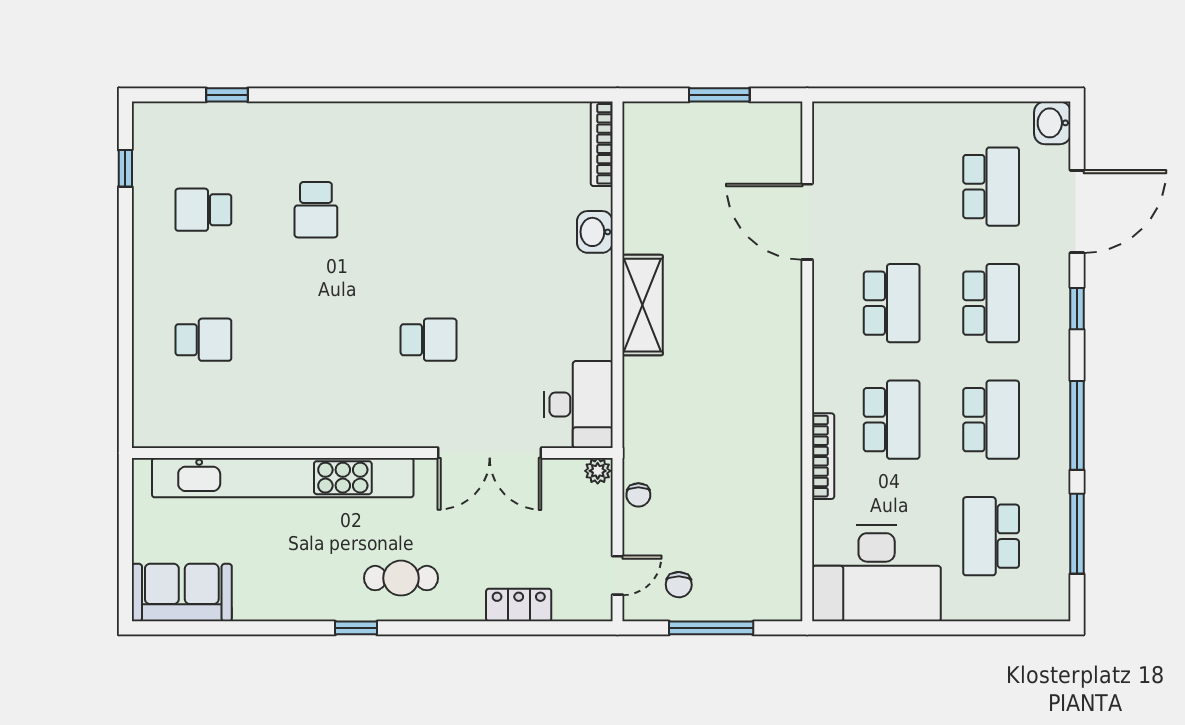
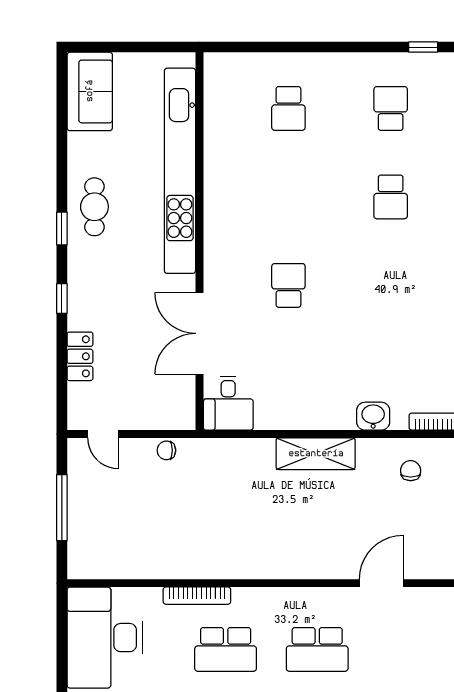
school desk: (316, 210) -> (391, 197), turned -90
door: (807, 222) -> (381, 583), width x0.73
school desk: (429, 340) -> (288, 285), turned 180
desk: (578, 405) -> (228, 403), width x0.73
plant: (598, 471) -> (185, 418), removed
cafe table: (401, 578) -> (94, 207), moved
chair: (679, 585) -> (411, 471), moved, turned 89
window: (445, 628) -> (62, 299), added

